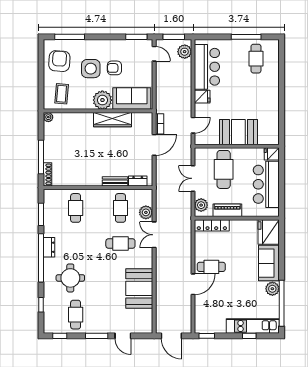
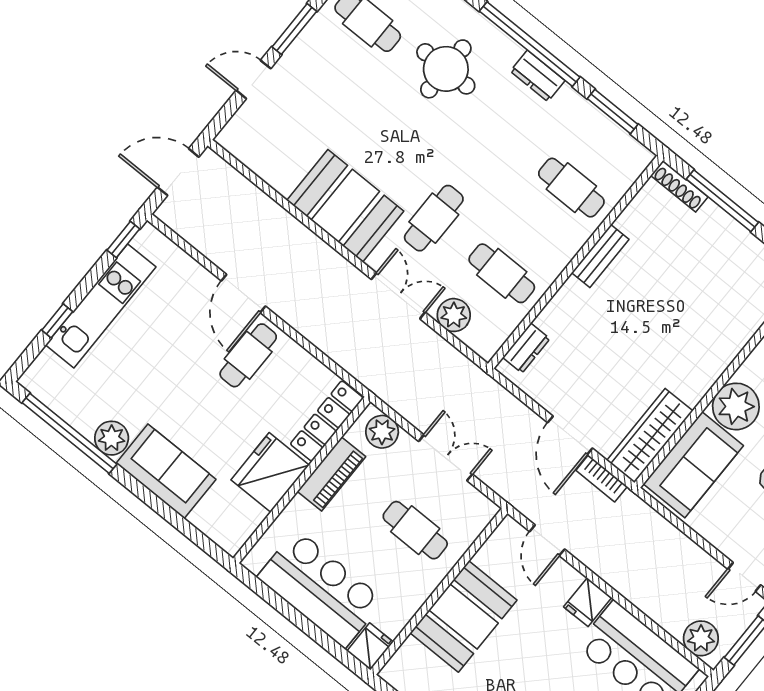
wardrobe: (113, 120) -> (650, 436), moved
cafe table: (224, 169) -> (415, 530), width x0.73, depth x0.74
bench: (115, 181) -> (600, 256), moved
fridge: (269, 232) -> (270, 472), moved, turned -90
booth: (139, 288) -> (345, 206), moved
kitchen unit: (253, 326) -> (101, 306), moved

